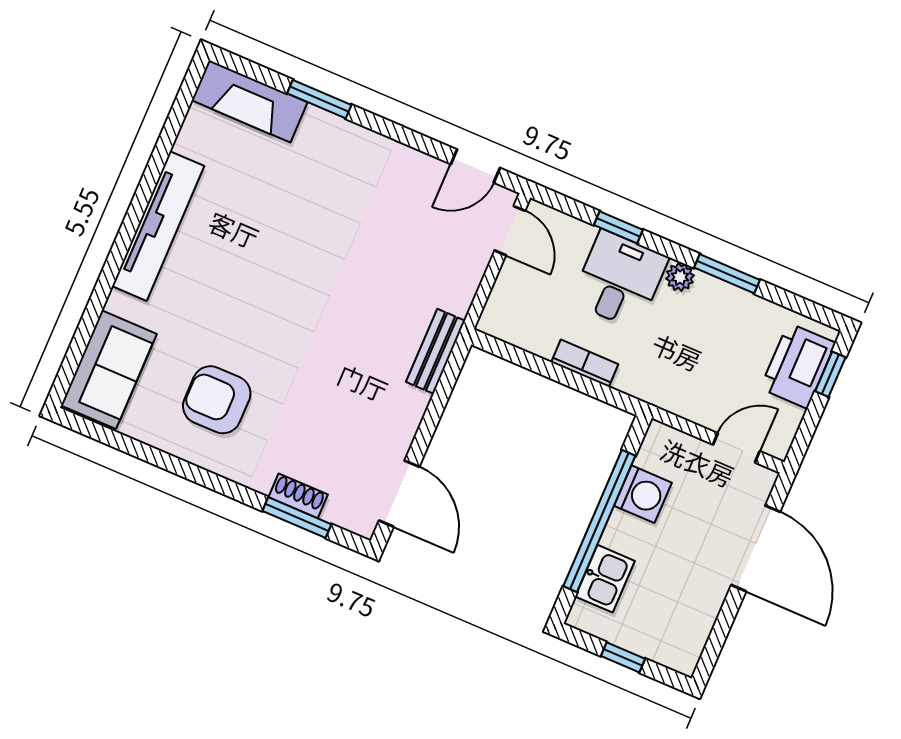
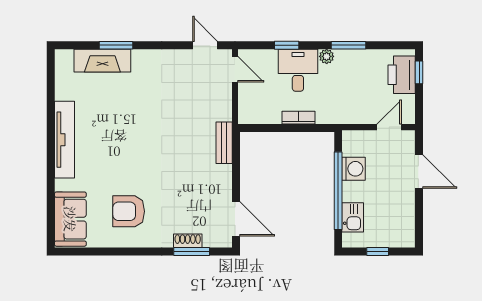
fireplace: (250, 101) -> (102, 61), moved
door: (475, 166) -> (205, 45), swing flipped
door: (756, 548) -> (419, 172), width x0.73

